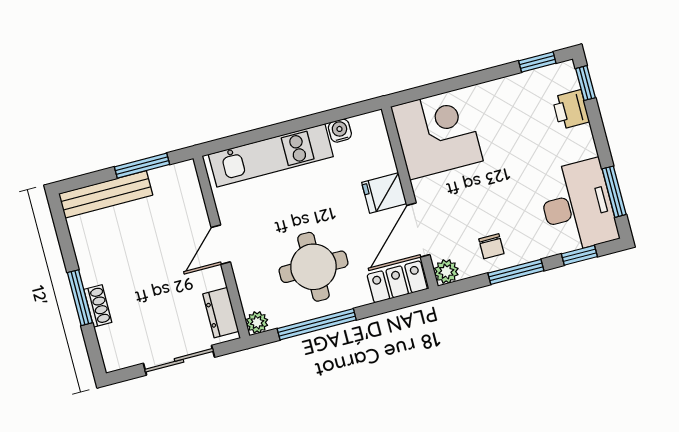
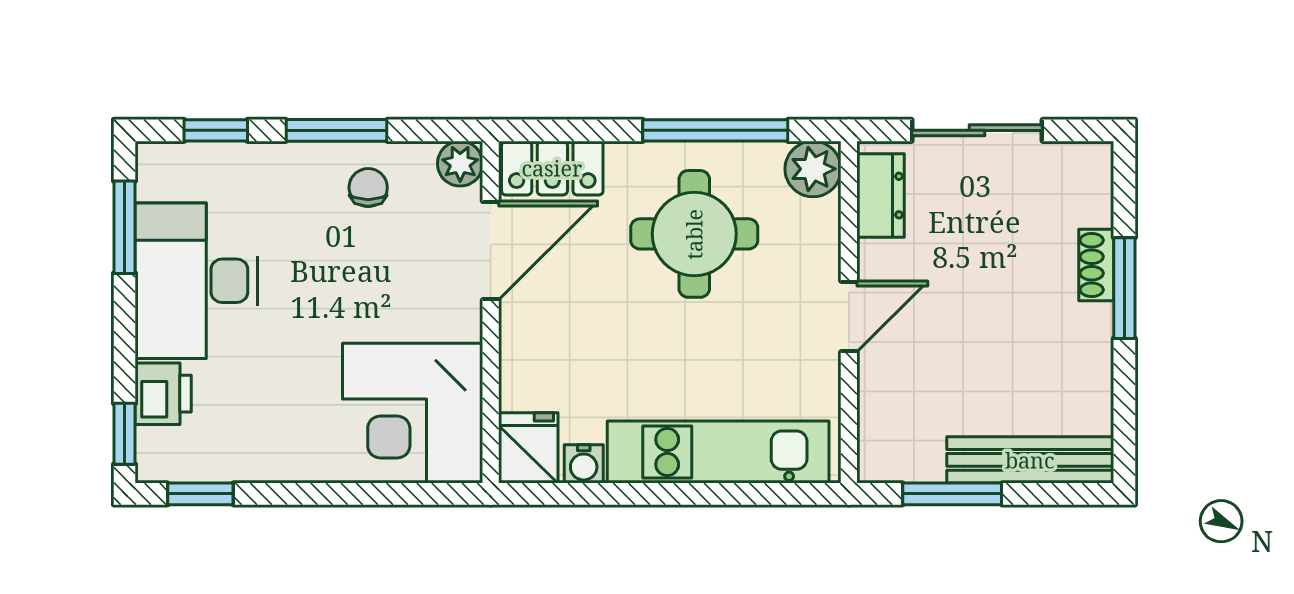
fridge: (384, 193) -> (528, 448), moved, turned -90
desk: (577, 206) -> (196, 281), moved
plant: (257, 322) -> (813, 169), width x1.38, depth x1.38

